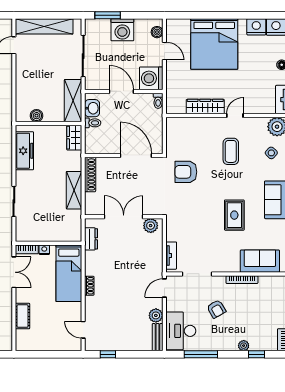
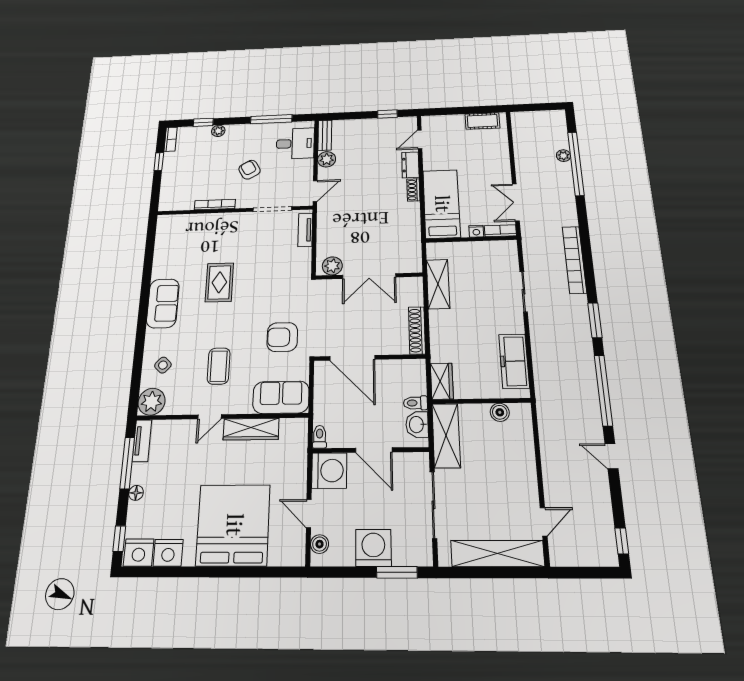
armchair: (186, 172) -> (282, 337), turned 180
shelving: (74, 190) -> (438, 284), moved
dresser: (91, 239) -> (410, 165), moved
sofa: (260, 261) -> (281, 397), moved, turned 180
cot: (23, 316) -> (482, 121), moved, turned 90
door: (83, 330) -> (420, 139), swing flipped
desk: (181, 331) -> (295, 143), width x0.73

